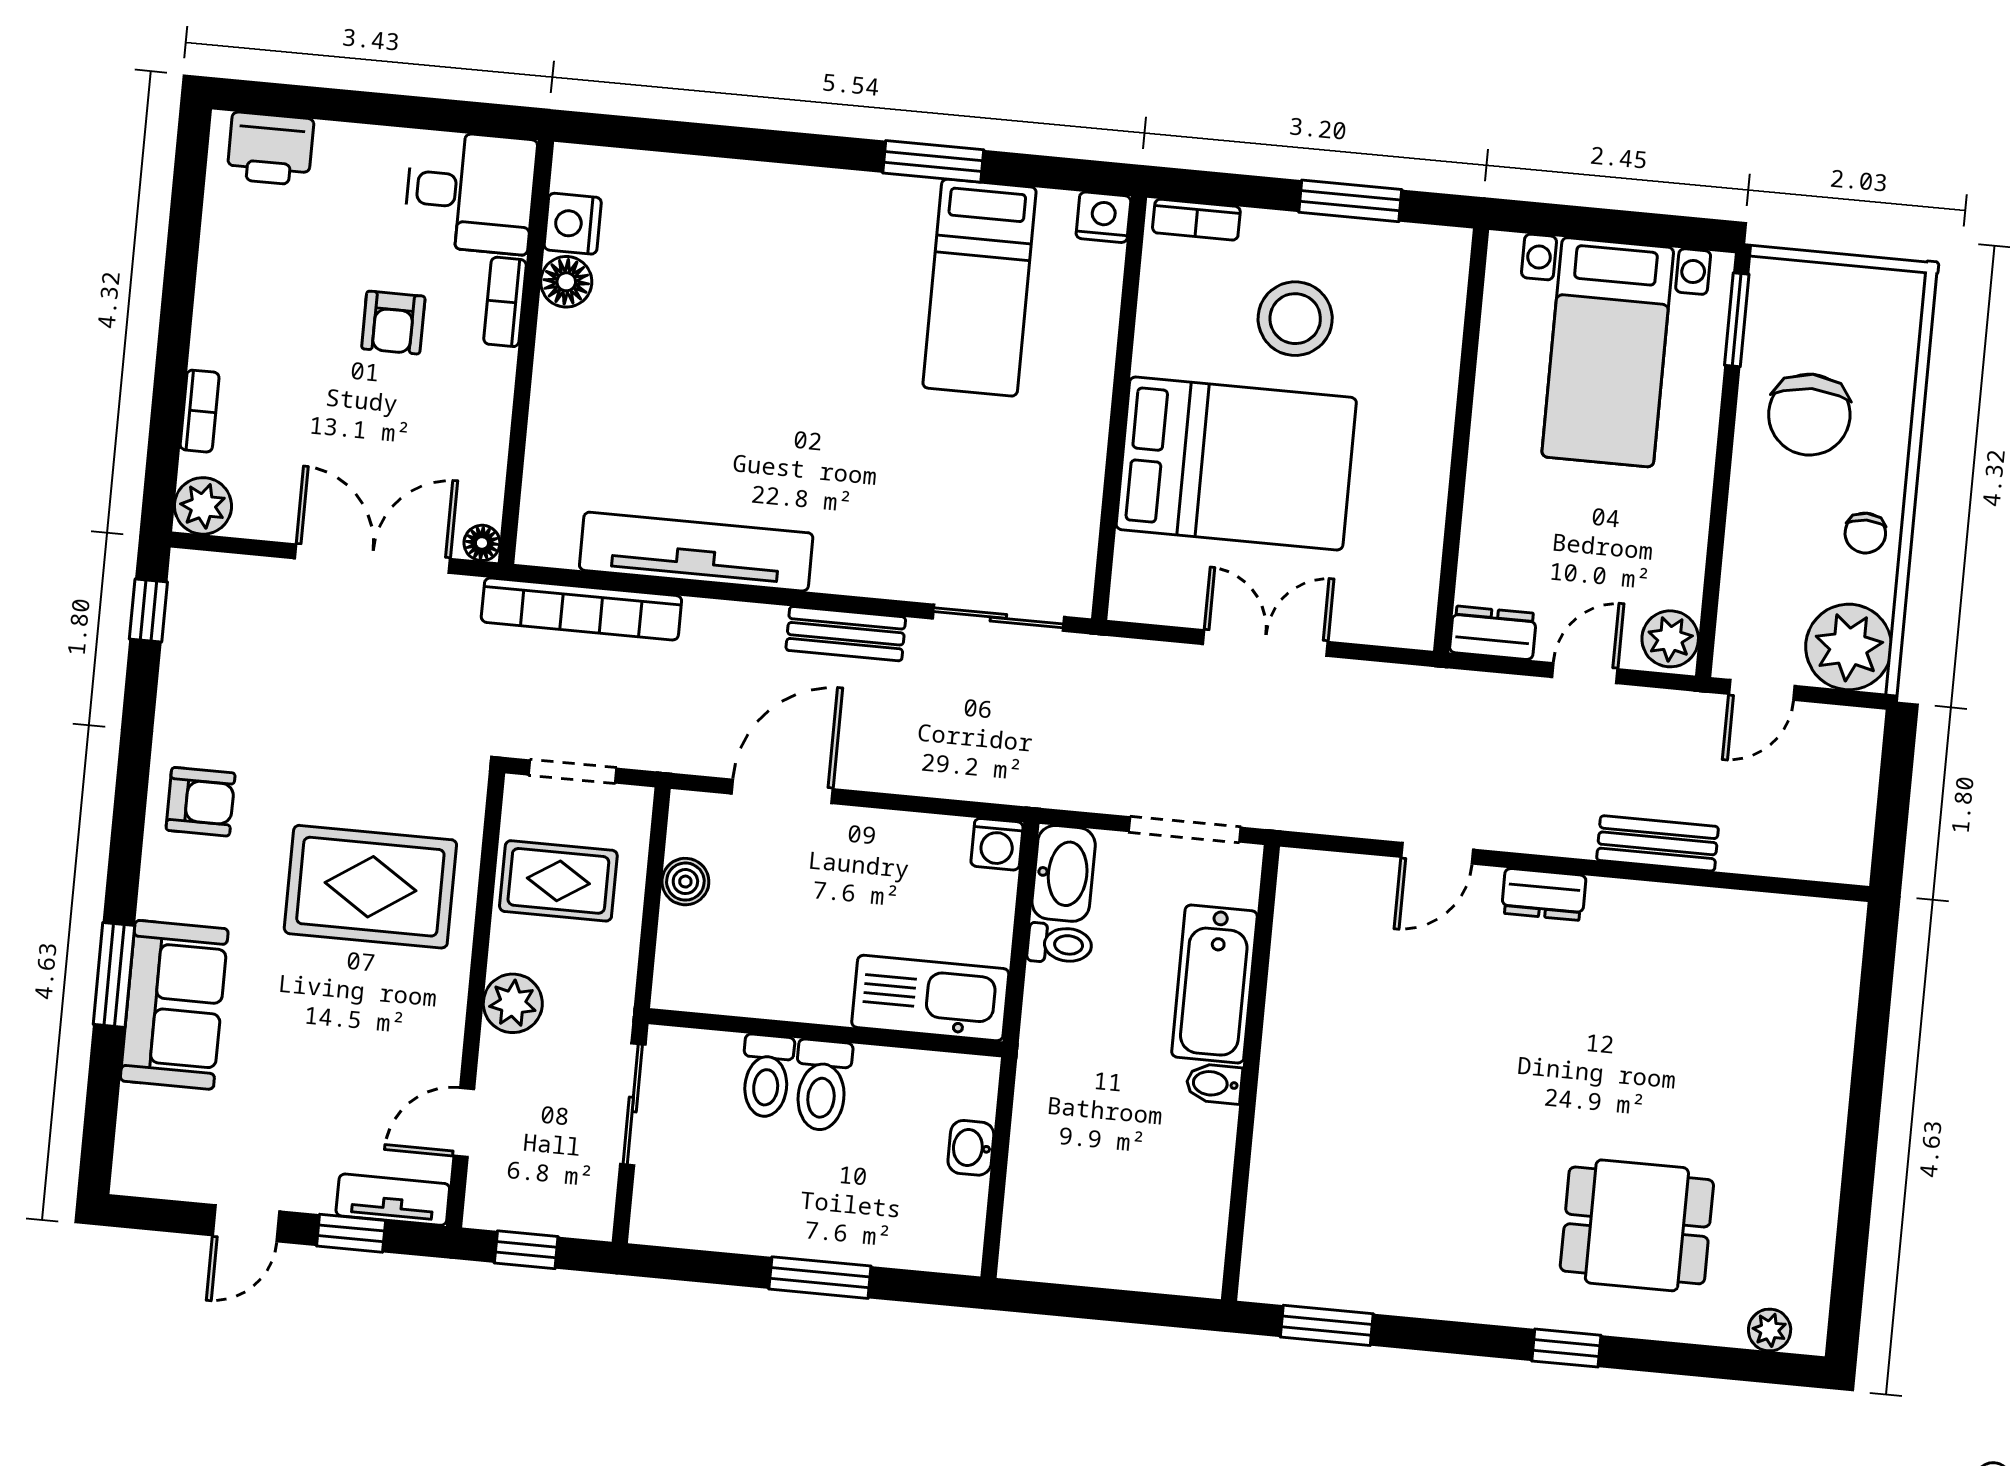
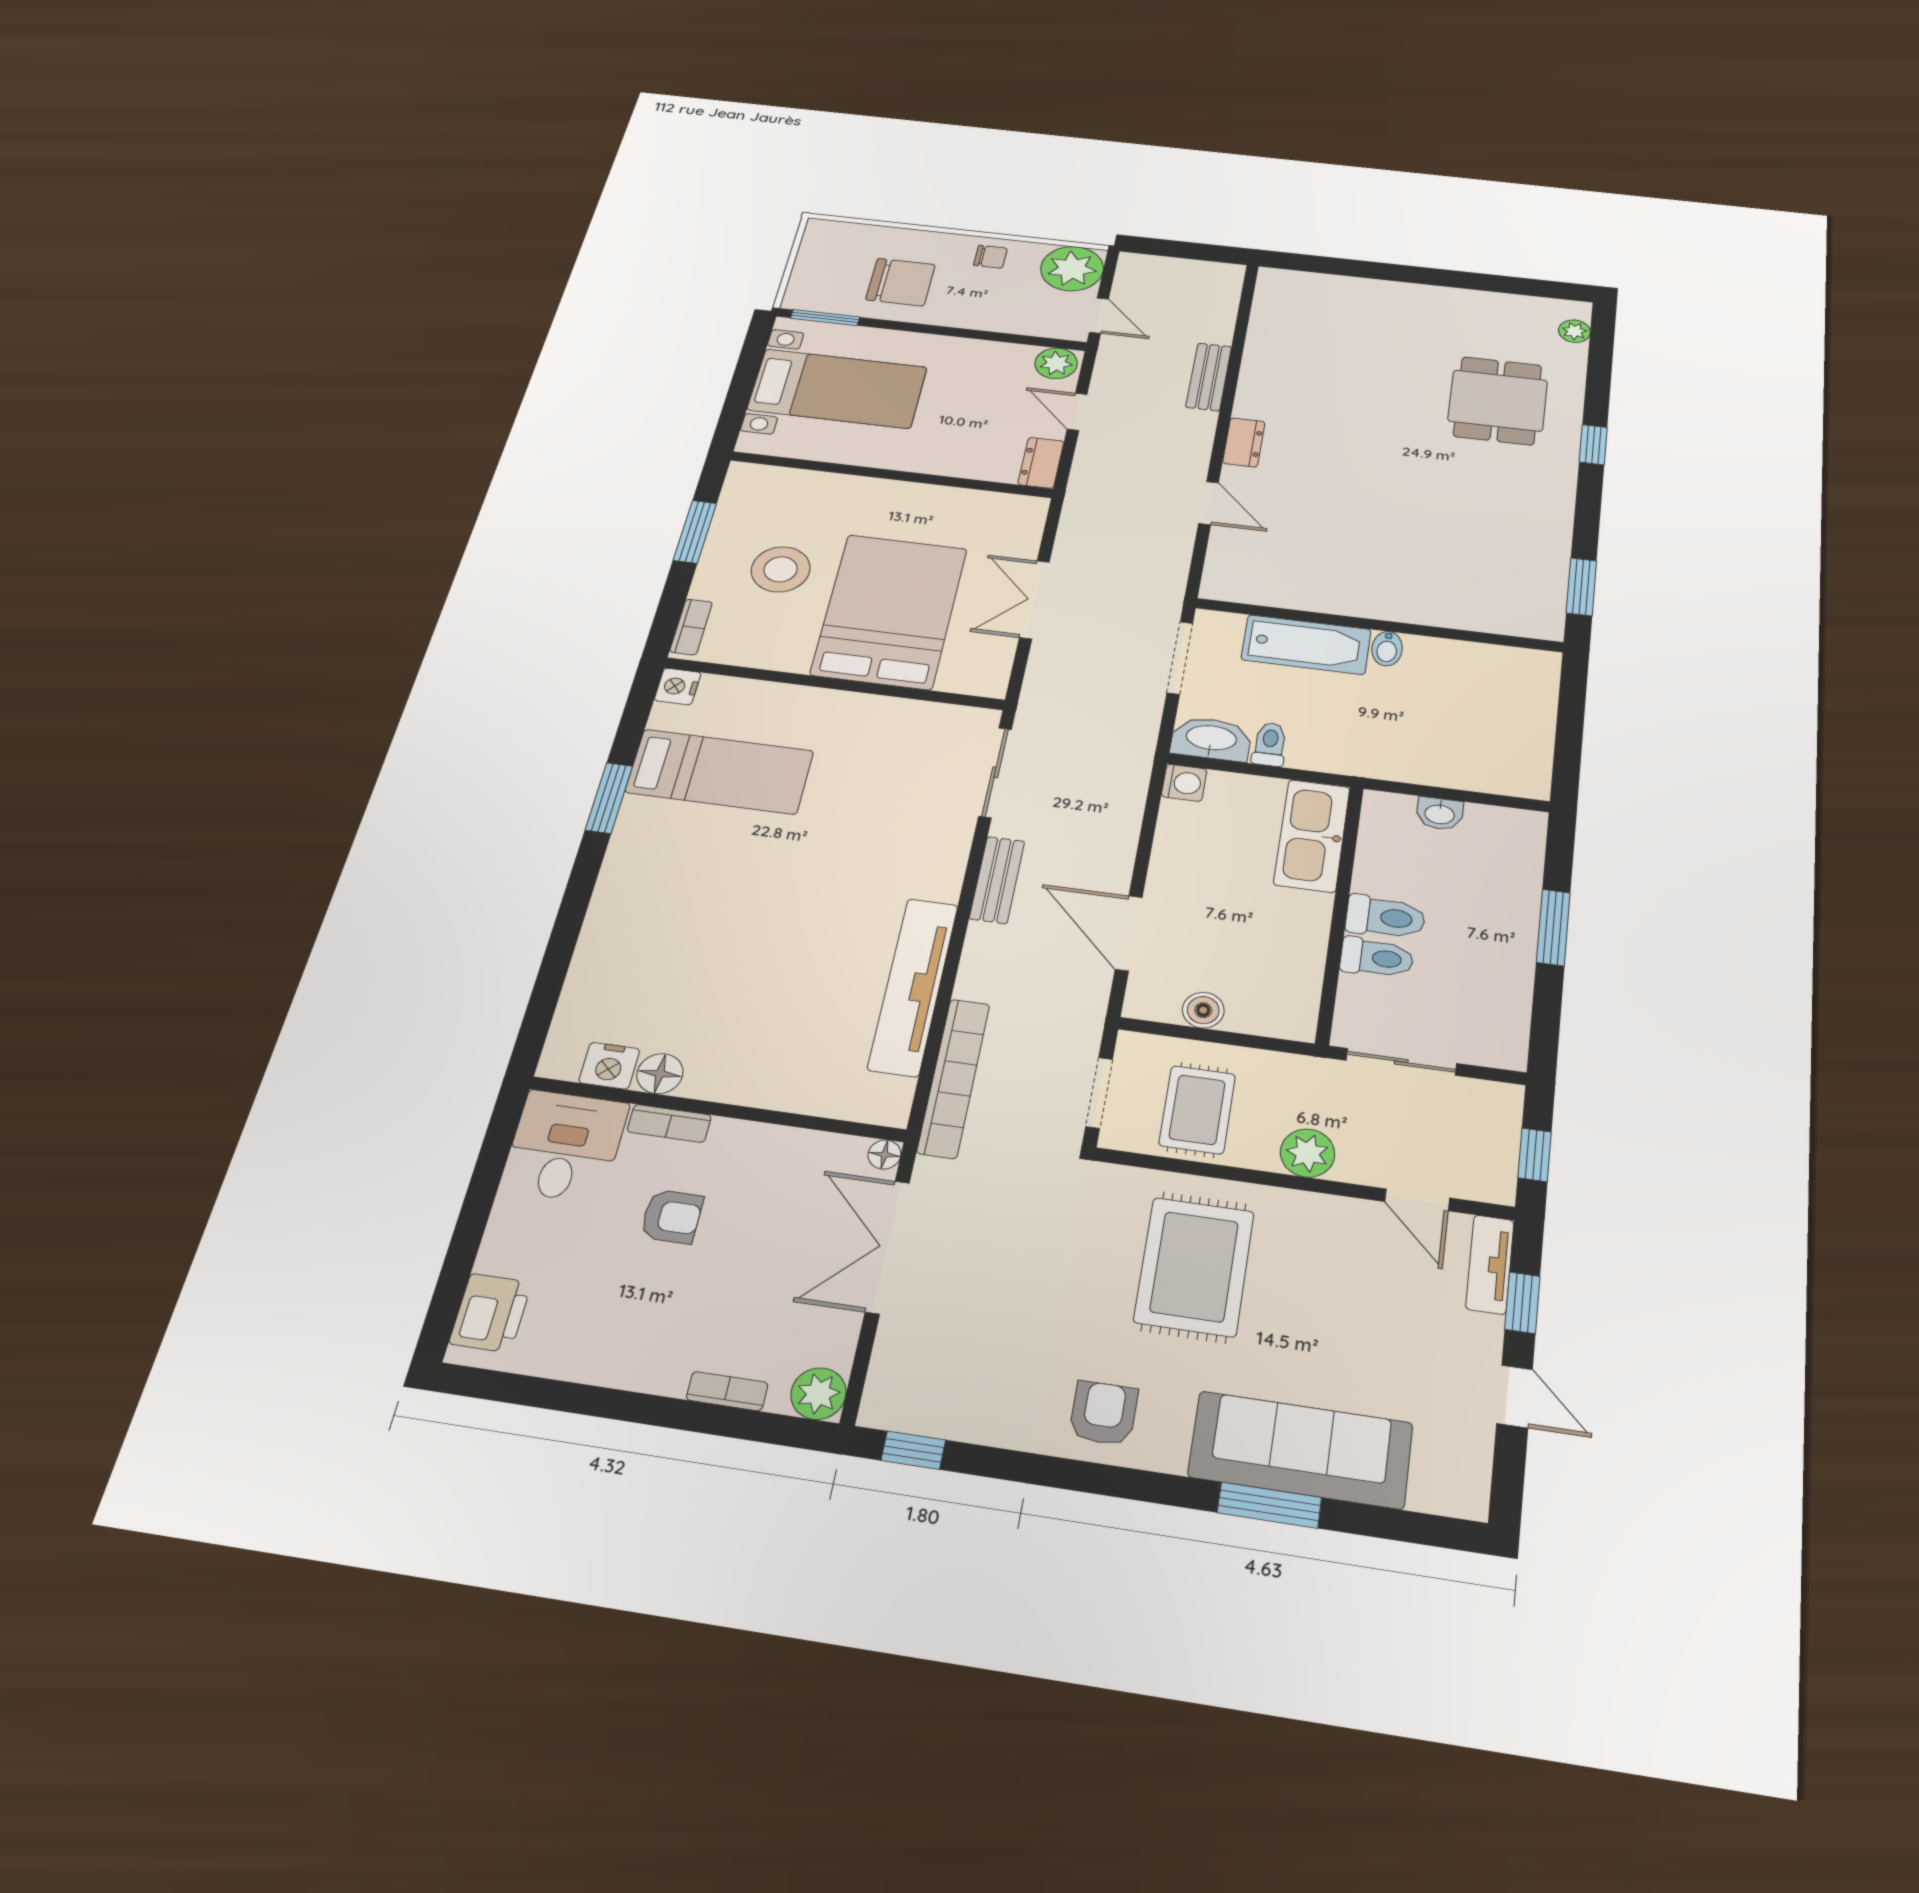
sofa: (174, 1005) -> (1301, 1450), width x1.36

